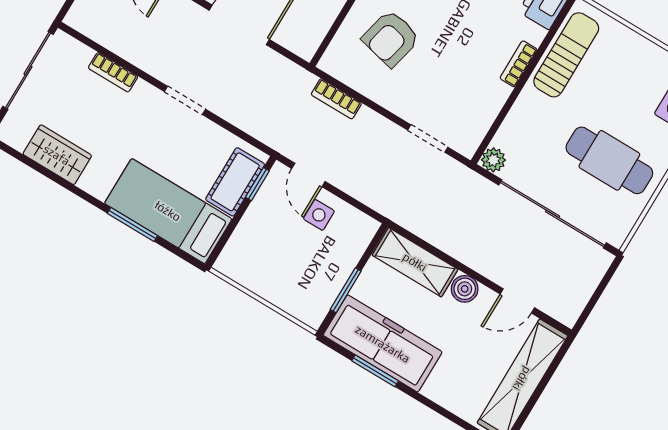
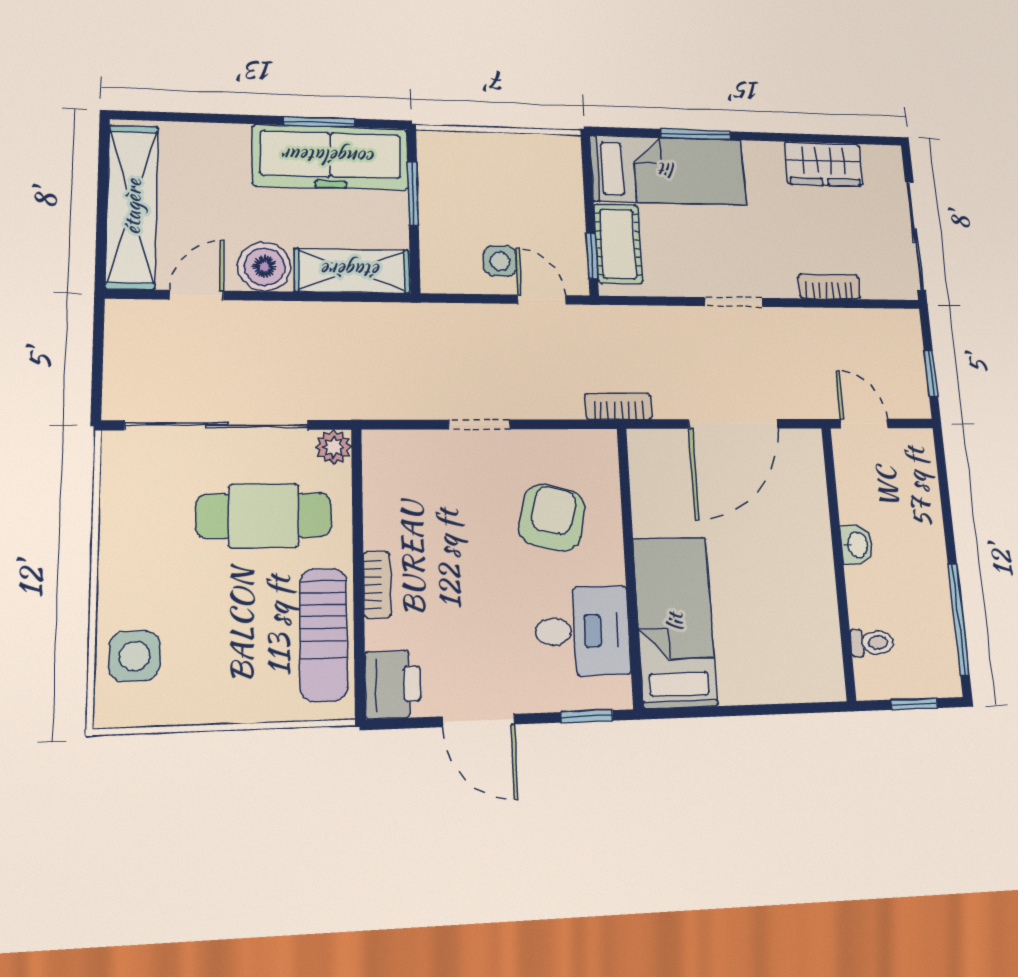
bookcase: (336, 99) -> (618, 406), moved
doorway: (428, 139) -> (480, 425), moved
cafe table: (609, 160) -> (264, 516), moved
boiler: (465, 289) -> (265, 267), width x1.36, depth x1.36

